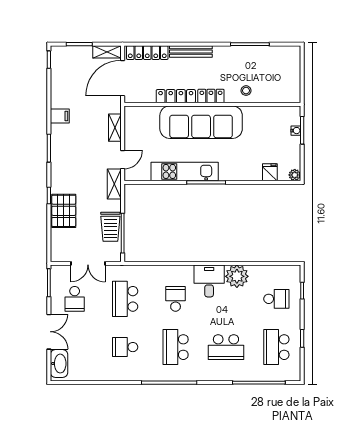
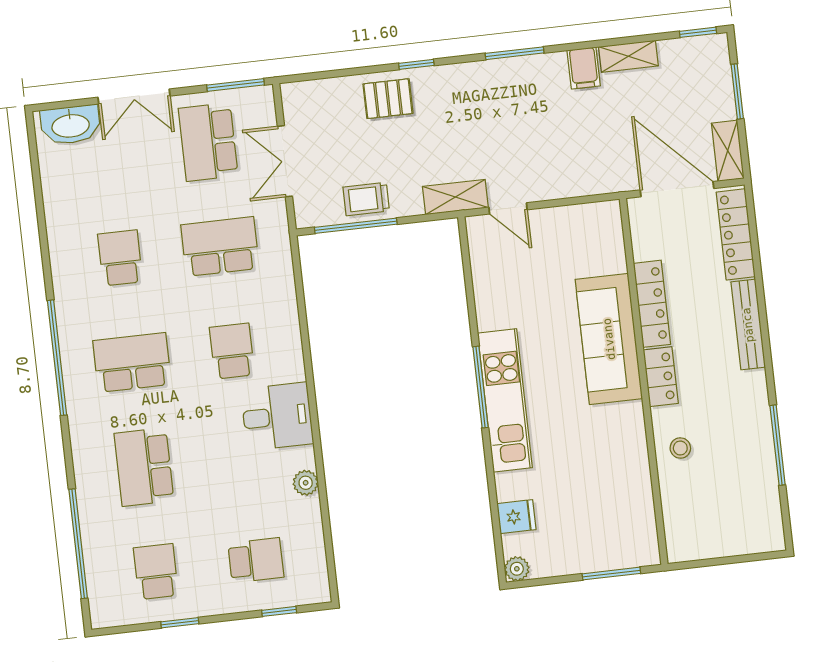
sofa: (201, 122) -> (609, 339), width x0.74, depth x0.79
shelving: (115, 128) -> (628, 56), moved
water cooler: (296, 131) -> (609, 561), removed
kitchen unit: (185, 171) -> (505, 400), moved
pallet: (64, 211) -> (388, 99), width x0.67, depth x0.71
trolley: (110, 227) -> (366, 199), width x0.73, depth x0.72
plant: (237, 276) -> (306, 483), width x0.53, depth x0.53
school desk: (75, 299) -> (208, 142), width x1.85
school desk: (176, 299) -> (232, 351), turned -90
school desk: (276, 299) -> (256, 560), turned -90
school desk: (276, 347) -> (156, 572), width x0.54

